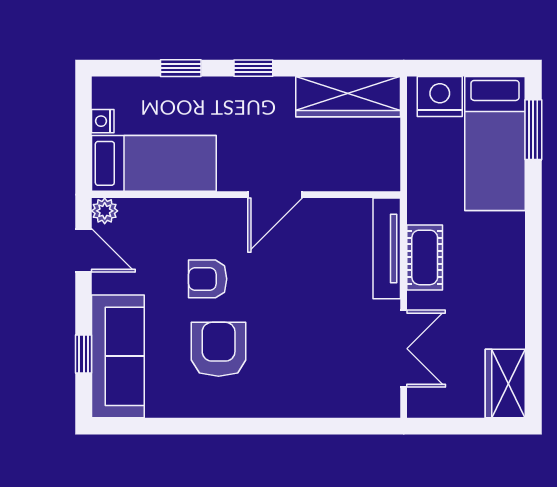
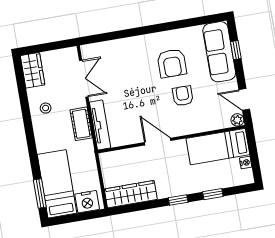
door: (275, 195) -> (158, 142), hinge flipped
armchair: (208, 279) -> (183, 96), turned -90
stool: (492, 302) -> (46, 108), added
double door: (404, 349) -> (84, 79), swing flipped

